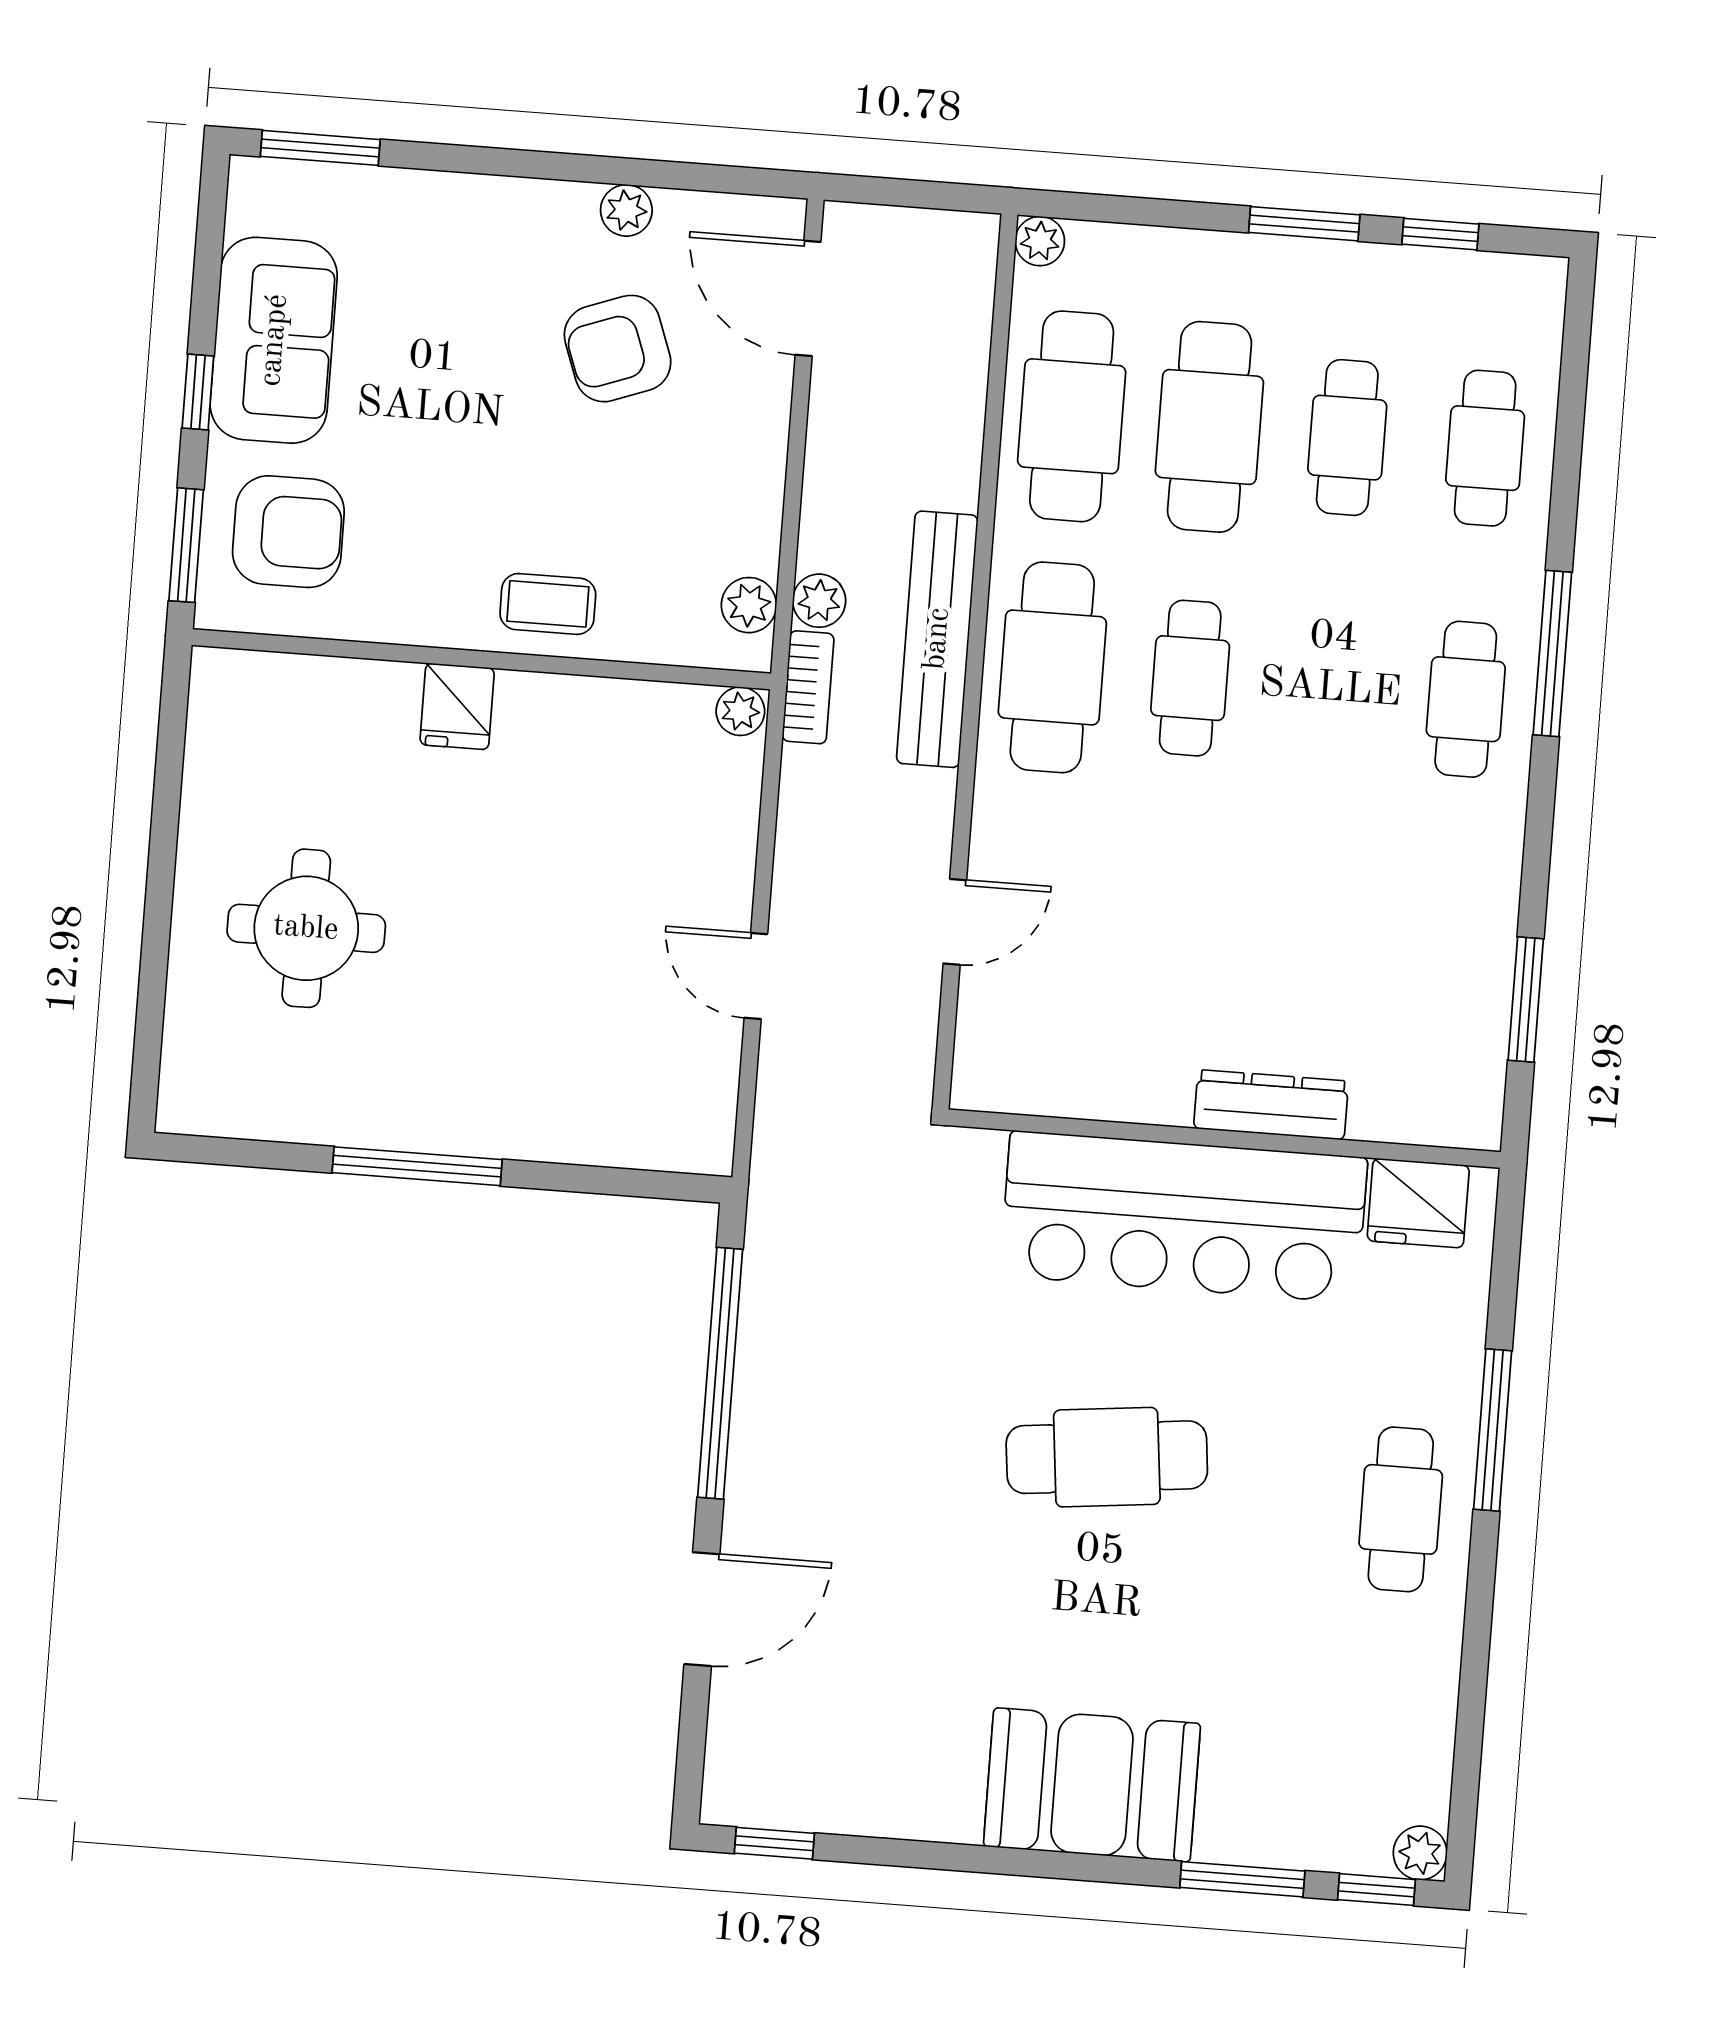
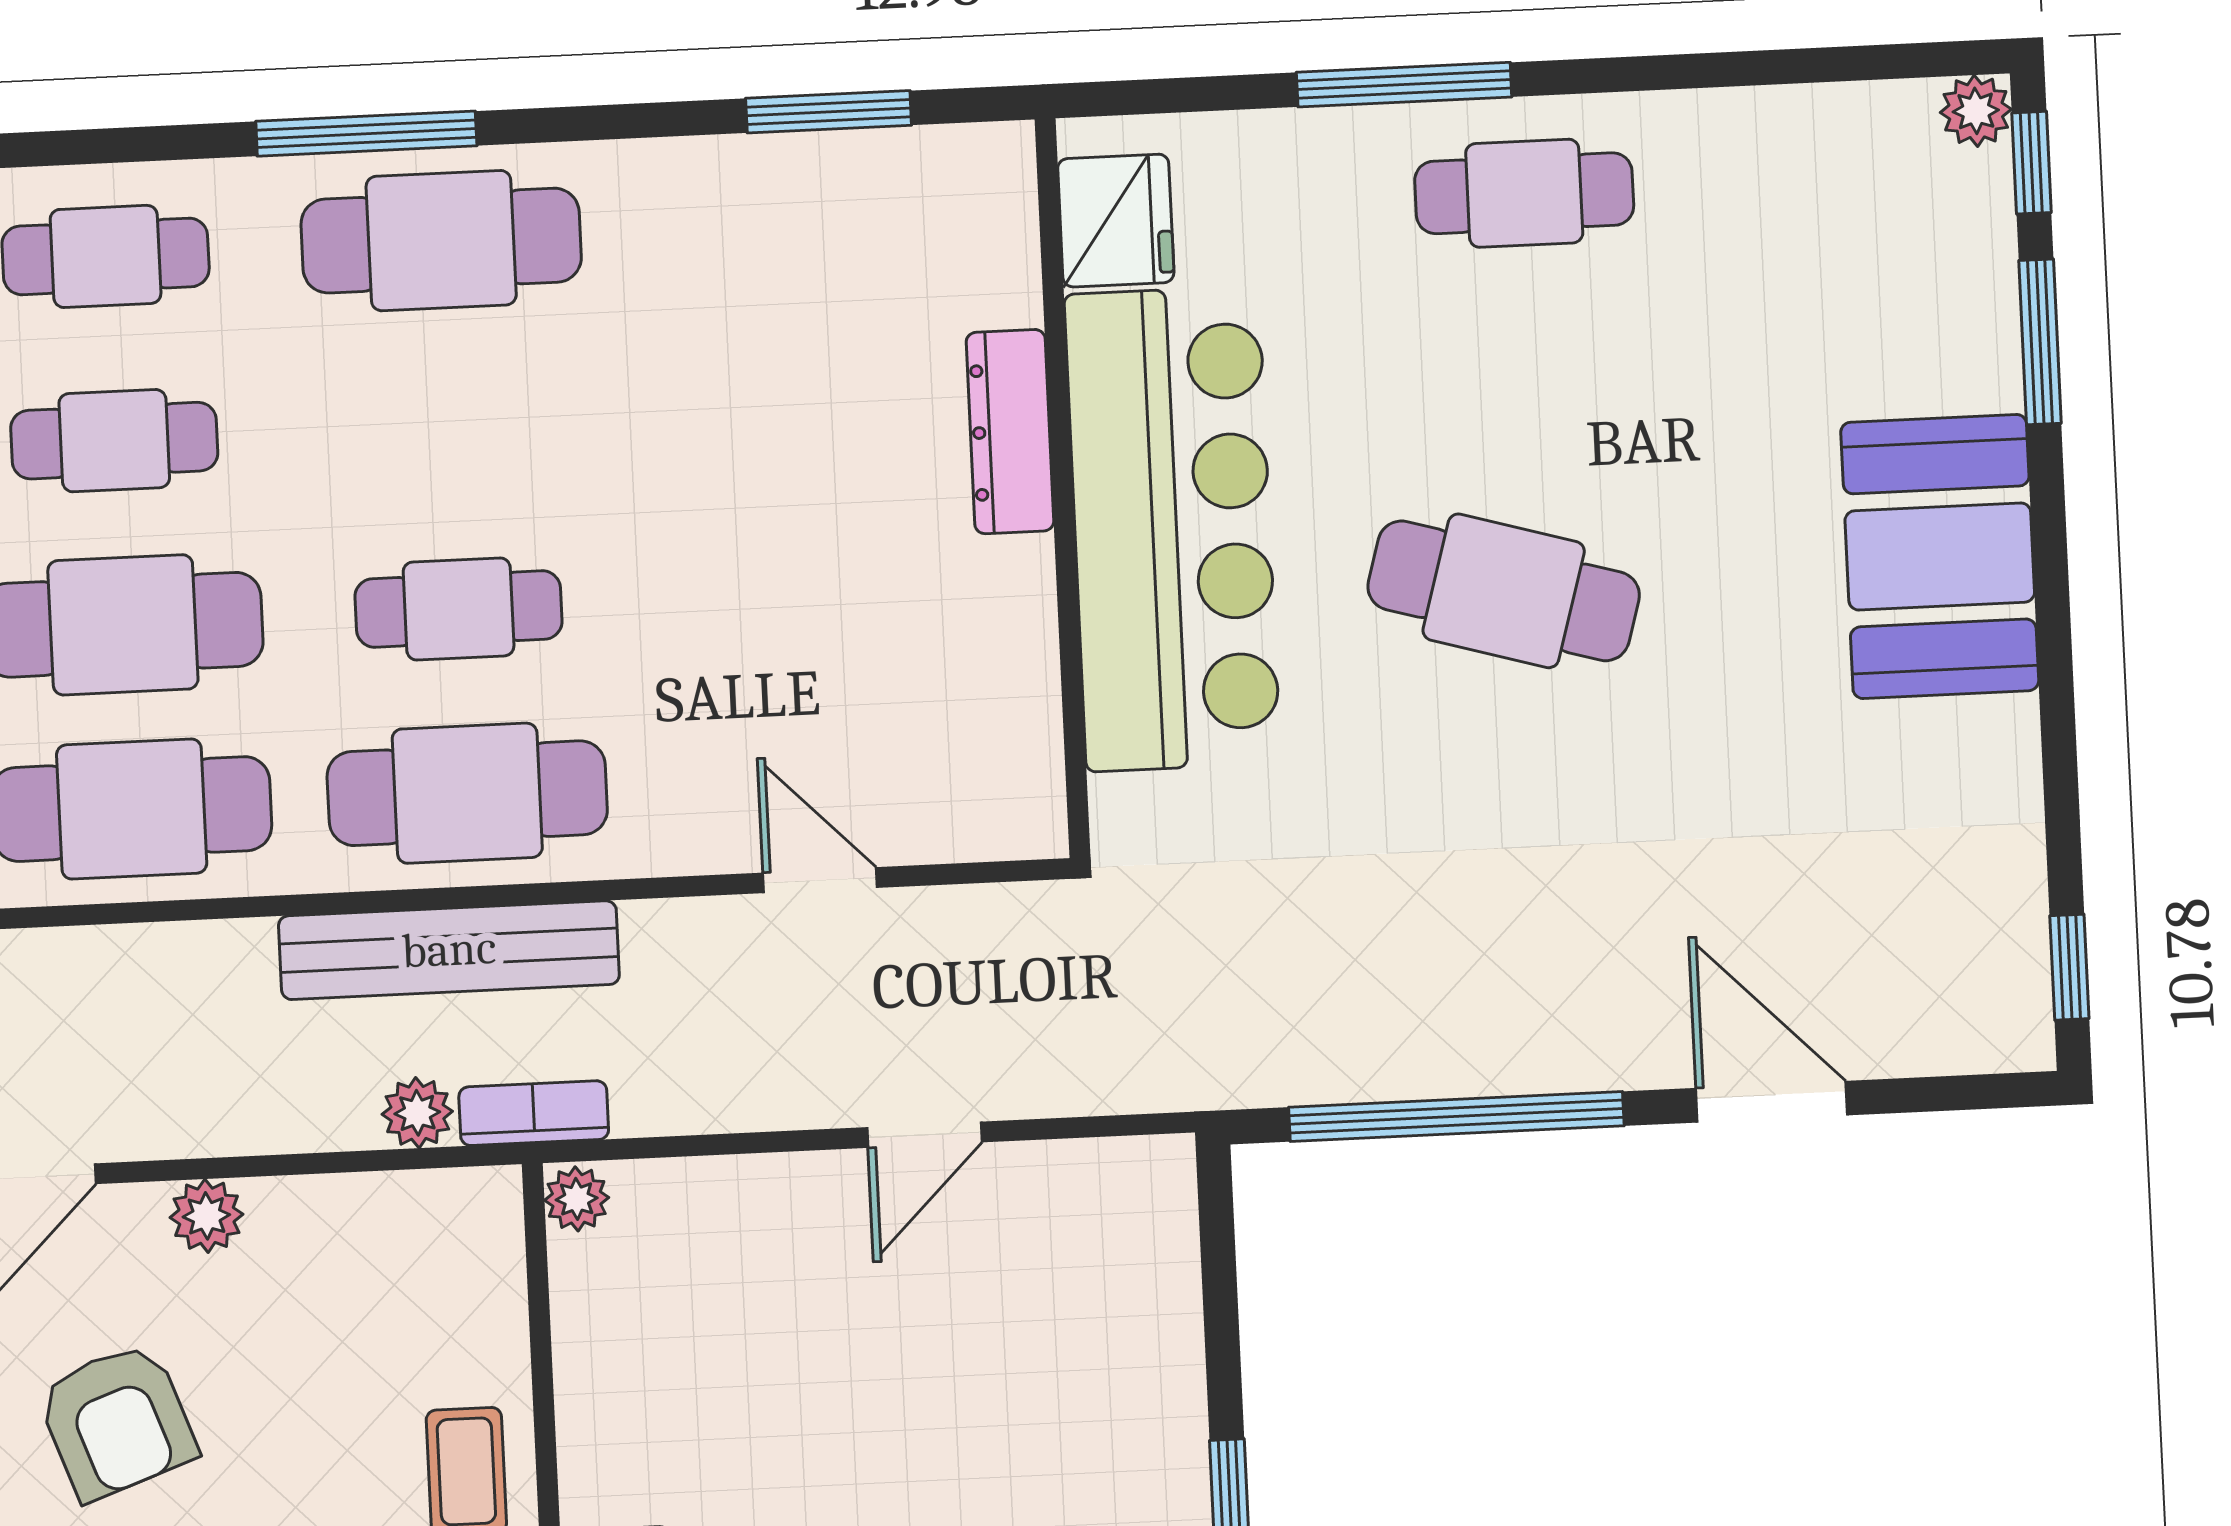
plant: (749, 605) -> (206, 1216), moved
cafe table: (1466, 699) -> (441, 241), width x1.37, depth x1.35
cafe table: (1107, 1457) -> (1504, 591), turned -68

